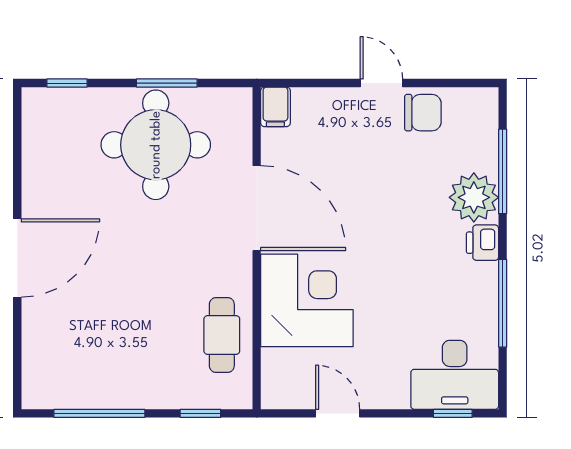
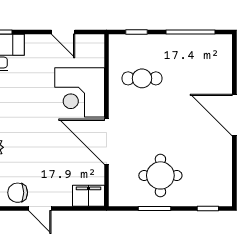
filing cabinet: (275, 107) -> (89, 196), width x2.00
round table: (156, 145) -> (160, 175), width x0.73, depth x0.73
door: (17, 258) -> (234, 115), hinge flipped
cafe table: (222, 335) -> (142, 78), moved, turned 90

